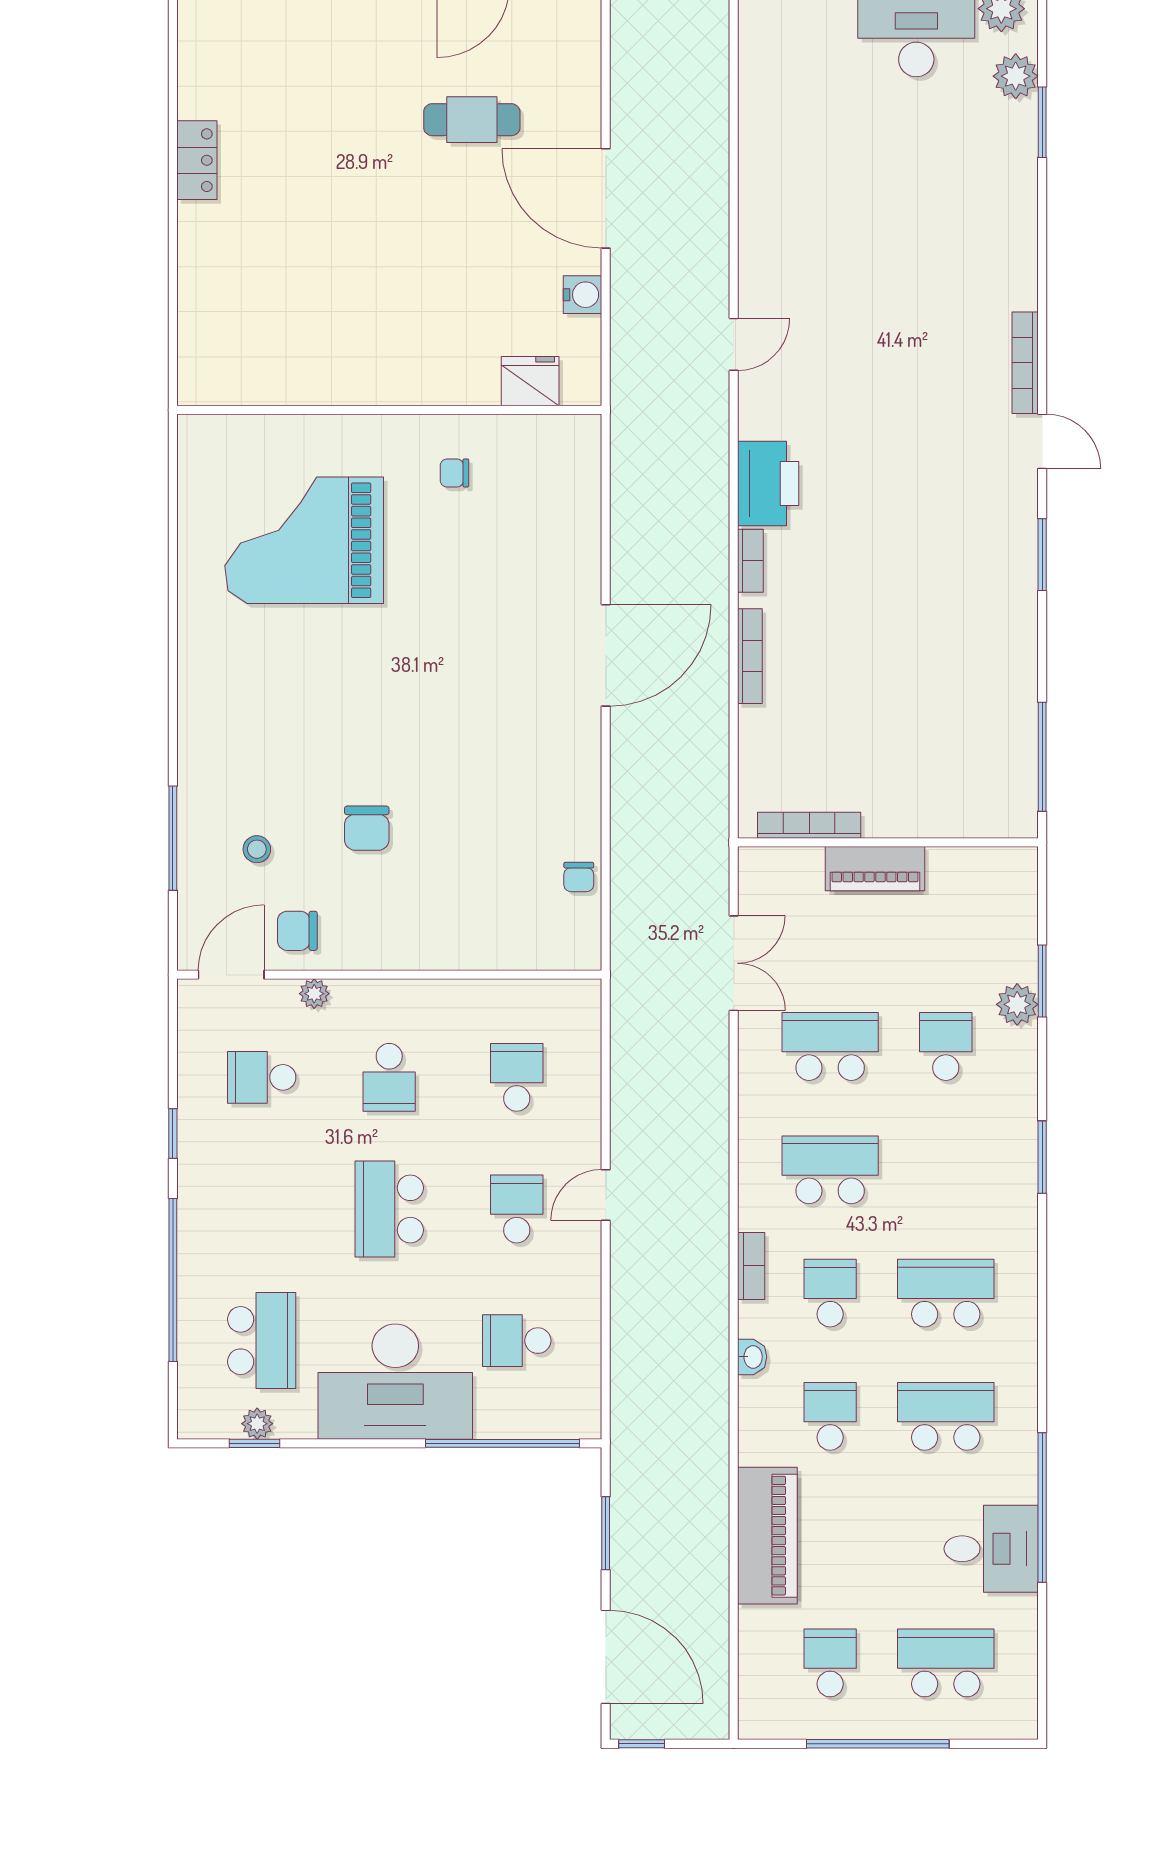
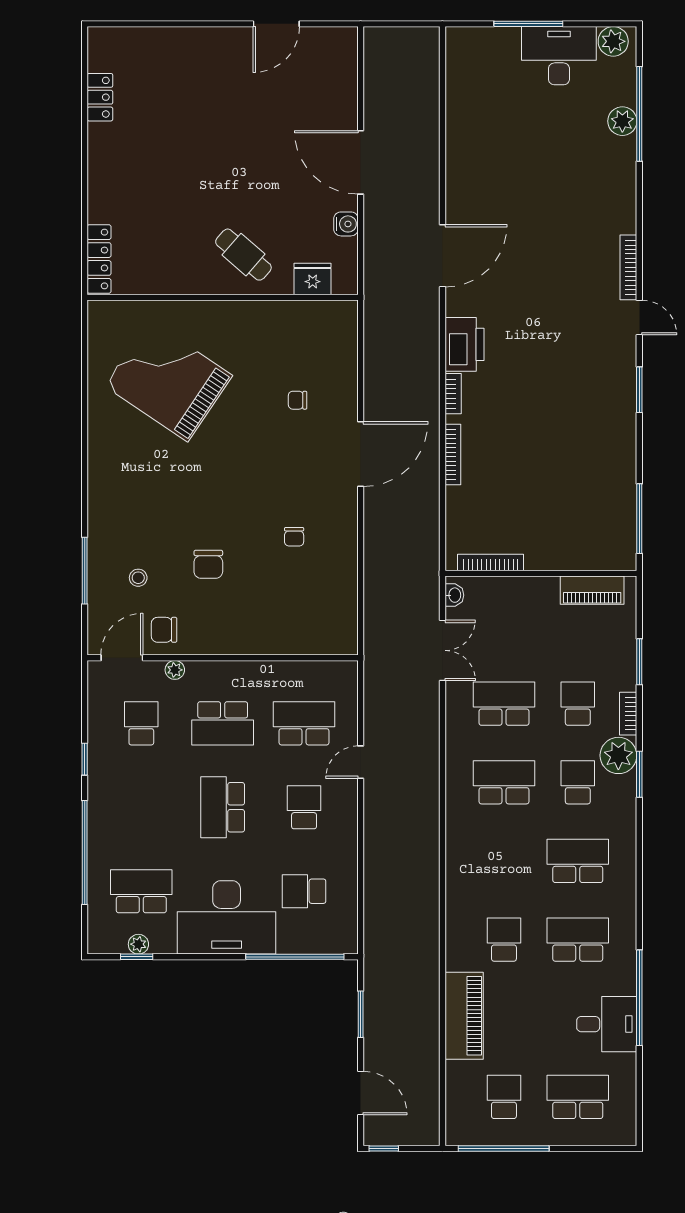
plant: (1016, 76) -> (622, 121), moved
cafe table: (472, 120) -> (243, 255), moved, turned 41
window: (1042, 122) -> (639, 114), width x2.11
locker: (197, 160) -> (100, 97), moved
door: (734, 344) -> (442, 256), width x1.87
locker: (195, 350) -> (99, 259), added
chair: (454, 473) -> (298, 400), moved
grand piano: (304, 540) -> (168, 381), turned 34
piano: (875, 869) -> (592, 590), moved
chair: (579, 877) -> (294, 537), moved
plant: (1017, 1004) -> (618, 755), moved, width x1.36, depth x1.36
school desk: (262, 1077) -> (141, 723), turned 90
school desk: (389, 1077) -> (223, 723), width x1.85
school desk: (517, 1077) -> (304, 723), width x1.85
door: (606, 1195) -> (361, 762), moved
bookcase: (751, 1266) -> (628, 714), moved, turned 180
school desk: (830, 1293) -> (578, 782), moved
school desk: (262, 1341) -> (141, 891), turned -90
washbasin: (752, 1357) -> (454, 595), moved
door: (606, 1657) -> (361, 1093), width x0.73
window: (878, 1744) -> (504, 1148), moved

